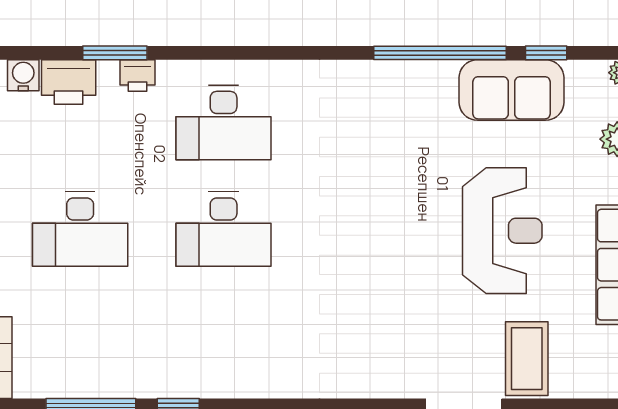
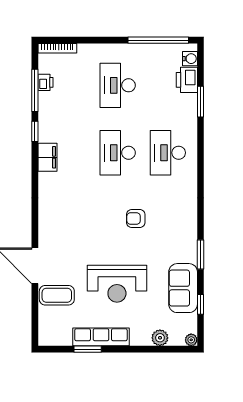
window: (440, 53) -> (200, 254), width x0.47
printer: (137, 76) -> (46, 82), moved, turned 180
armchair: (364, 191) -> (136, 219), added
filing cabinet: (233, 379) -> (47, 157), added

